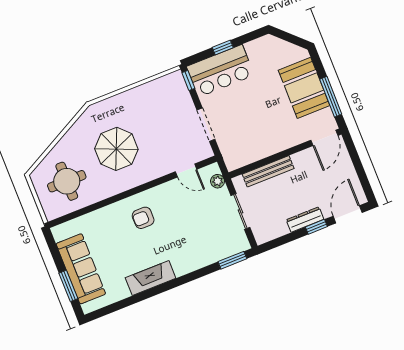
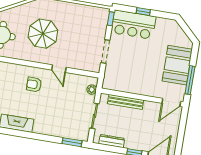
door: (186, 170) -> (59, 69), moved
dresser: (305, 220) -> (112, 141), moved

